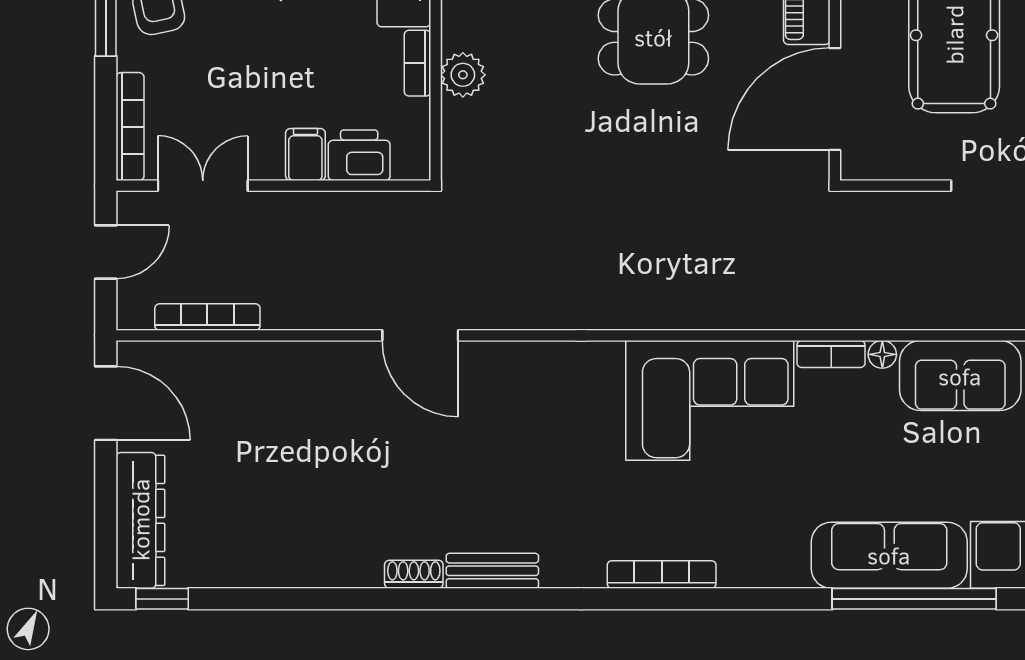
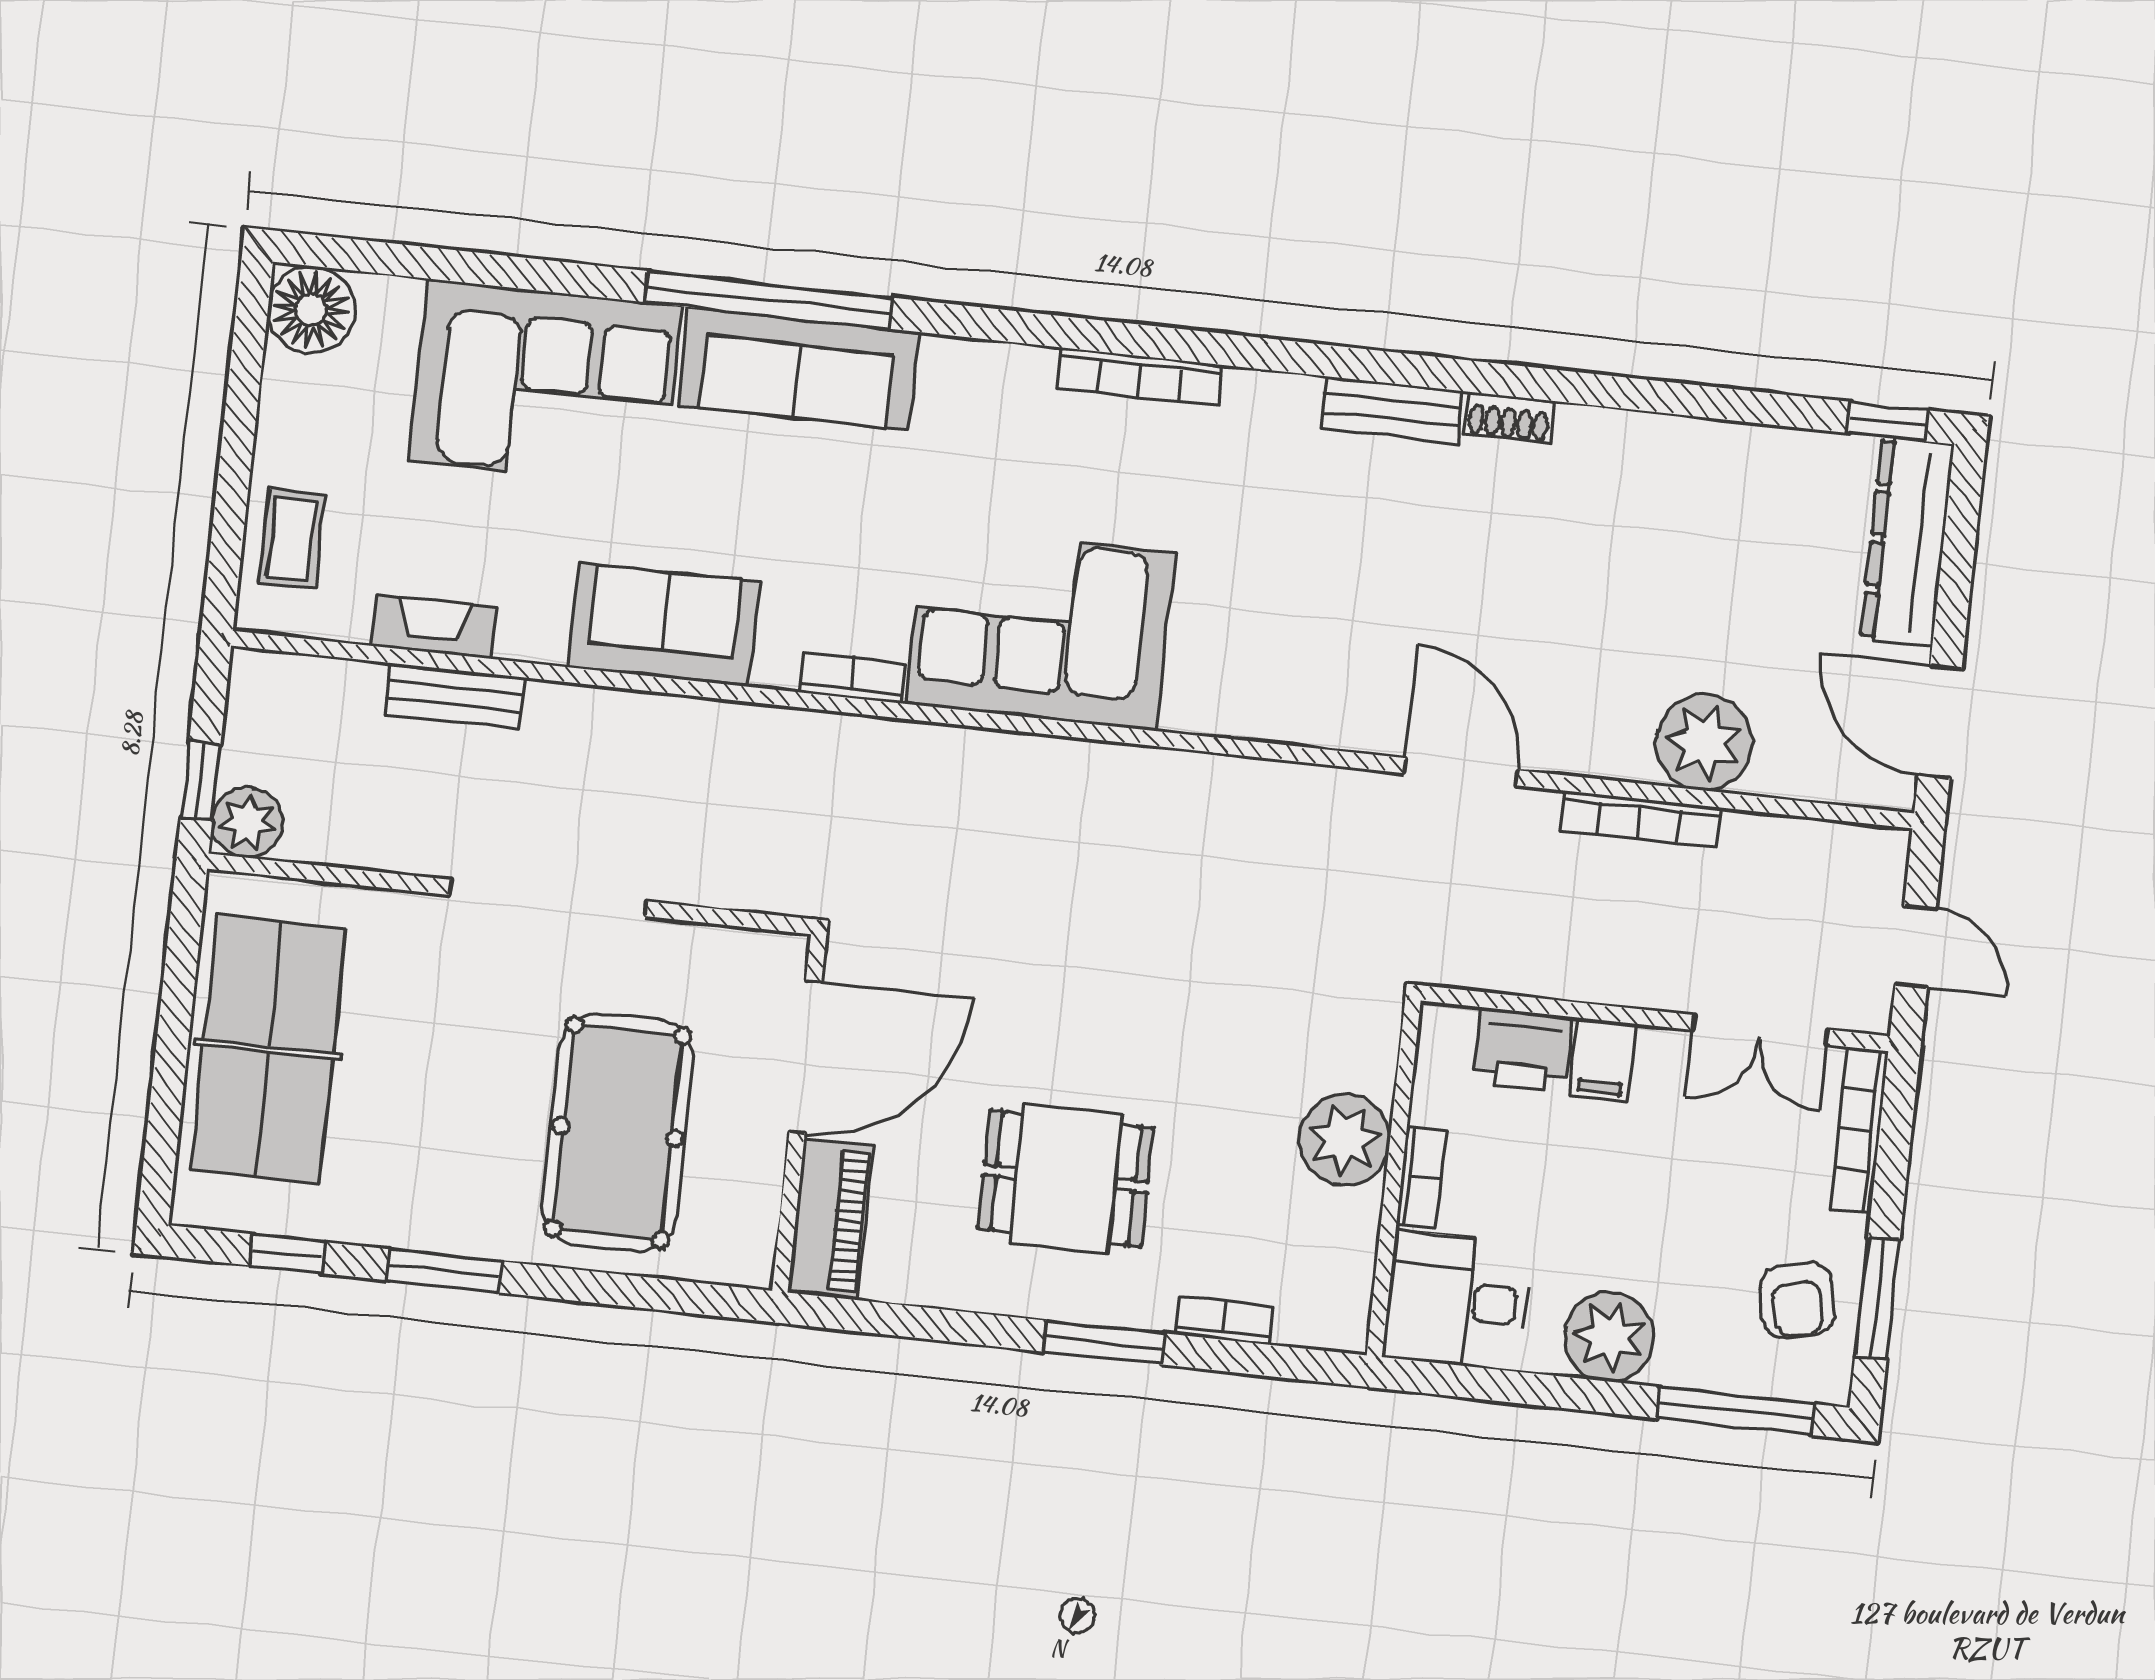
plant: (463, 75) -> (1345, 1140), width x1.36, depth x1.36
door: (106, 252) -> (1915, 947), swing flipped
bookcase: (207, 317) -> (1640, 819), moved
floor lamp: (882, 354) -> (776, 669), removed
plant: (261, 373) -> (1704, 742), added

